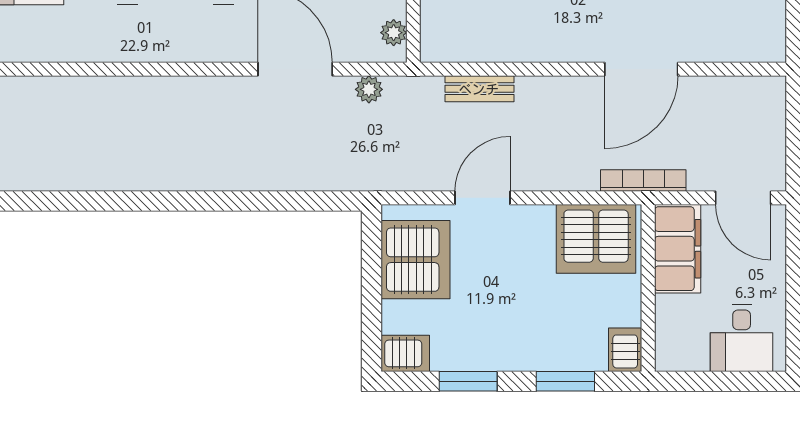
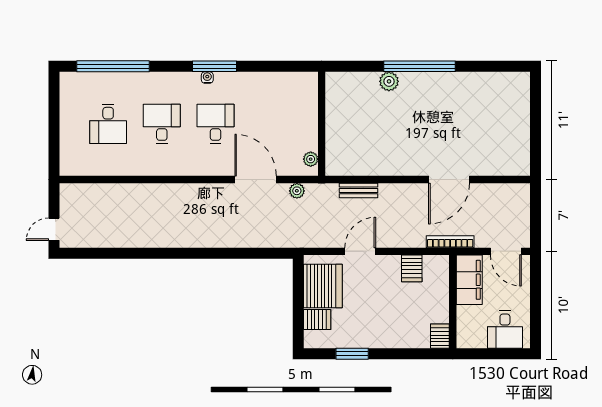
server rack: (596, 239) -> (412, 268), width x0.46, depth x0.70
server rack: (405, 353) -> (317, 319), moved
window: (565, 381) -> (407, 354), removed

